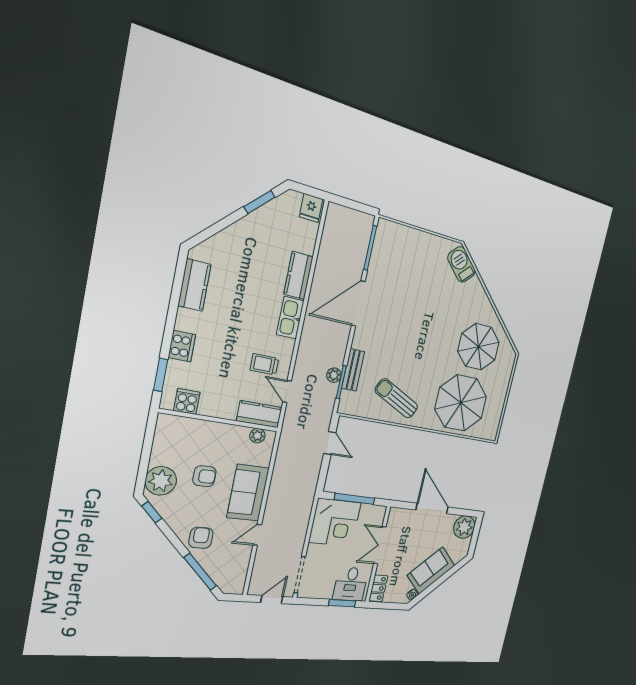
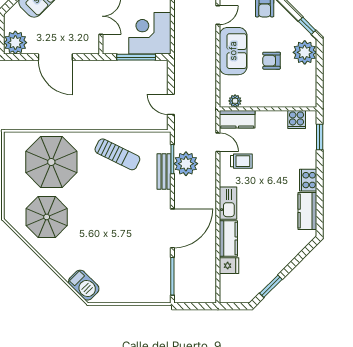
fridge: (311, 208) -> (229, 266), moved, turned 90
cooker: (182, 346) -> (308, 180), moved
plant: (334, 375) -> (186, 164), width x1.87, depth x1.87

